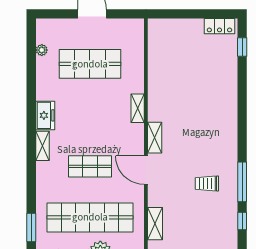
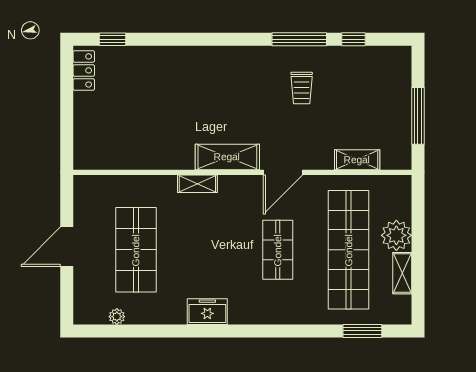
shelving: (155, 138) -> (227, 157), width x1.50, depth x1.33
shelving: (43, 146) -> (249, 315), removed

